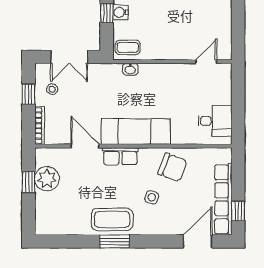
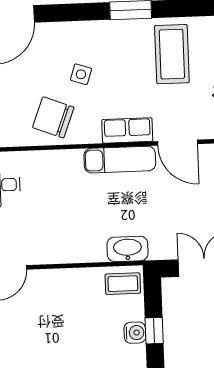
washbasin: (130, 69) -> (128, 249), width x1.91, depth x1.45
exam couch: (136, 132) -> (120, 160), width x0.73, depth x0.69
coffee table: (112, 219) -> (172, 54), moved, turned 90

